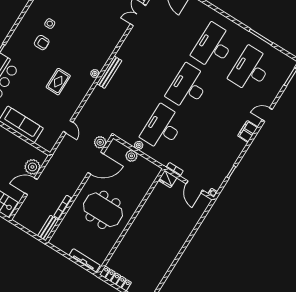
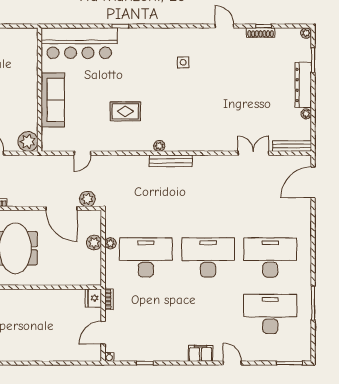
armchair: (42, 43) -> (157, 67), removed
plant: (32, 167) -> (28, 142), moved

